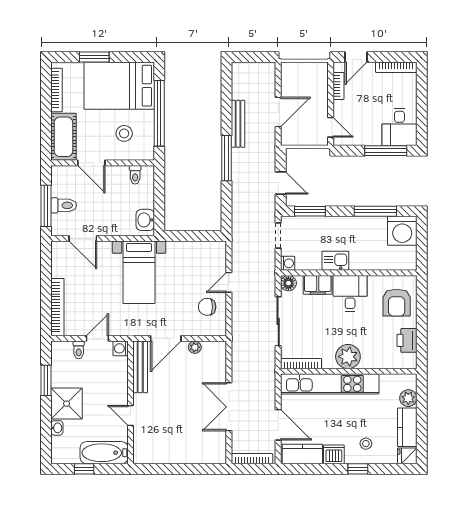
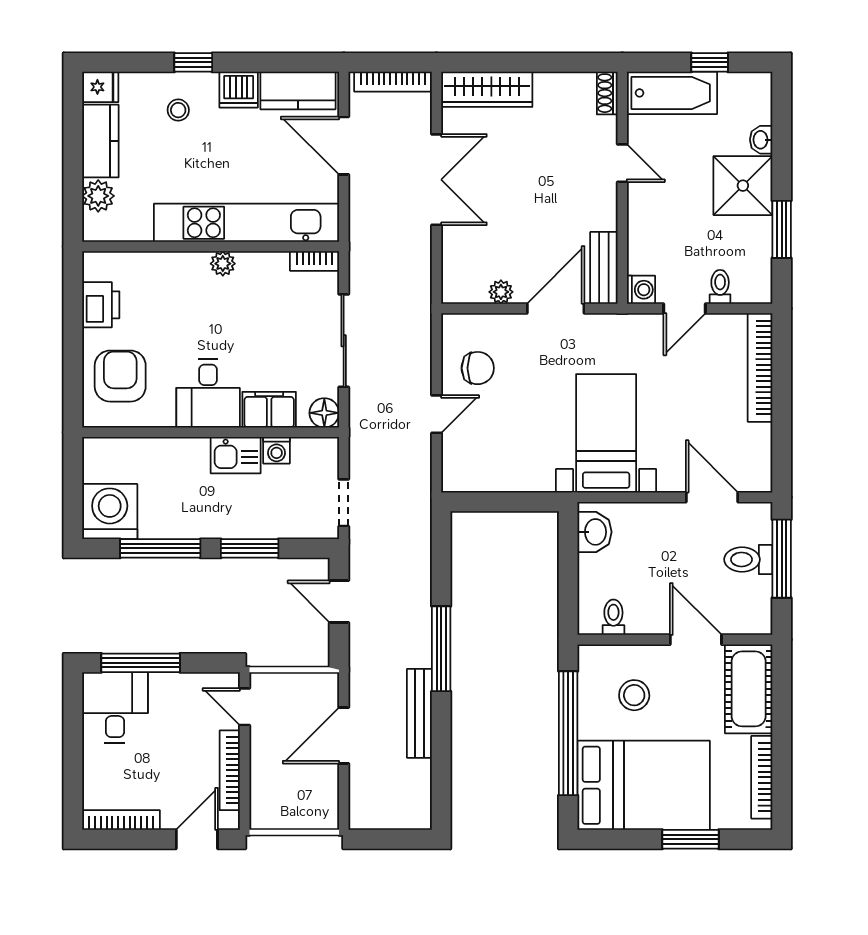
bookcase: (339, 86) -> (230, 770), width x1.56
window: (310, 211) -> (250, 548), moved
washing machine: (288, 263) -> (277, 450), moved, turned -90
plant: (348, 357) -> (223, 264), width x0.53, depth x0.53
bookcase: (301, 364) -> (314, 261), width x0.64
bench: (140, 367) -> (604, 268), width x0.73
shoe rack: (138, 453) -> (607, 93), added
wardrobe: (202, 455) -> (487, 89), added

